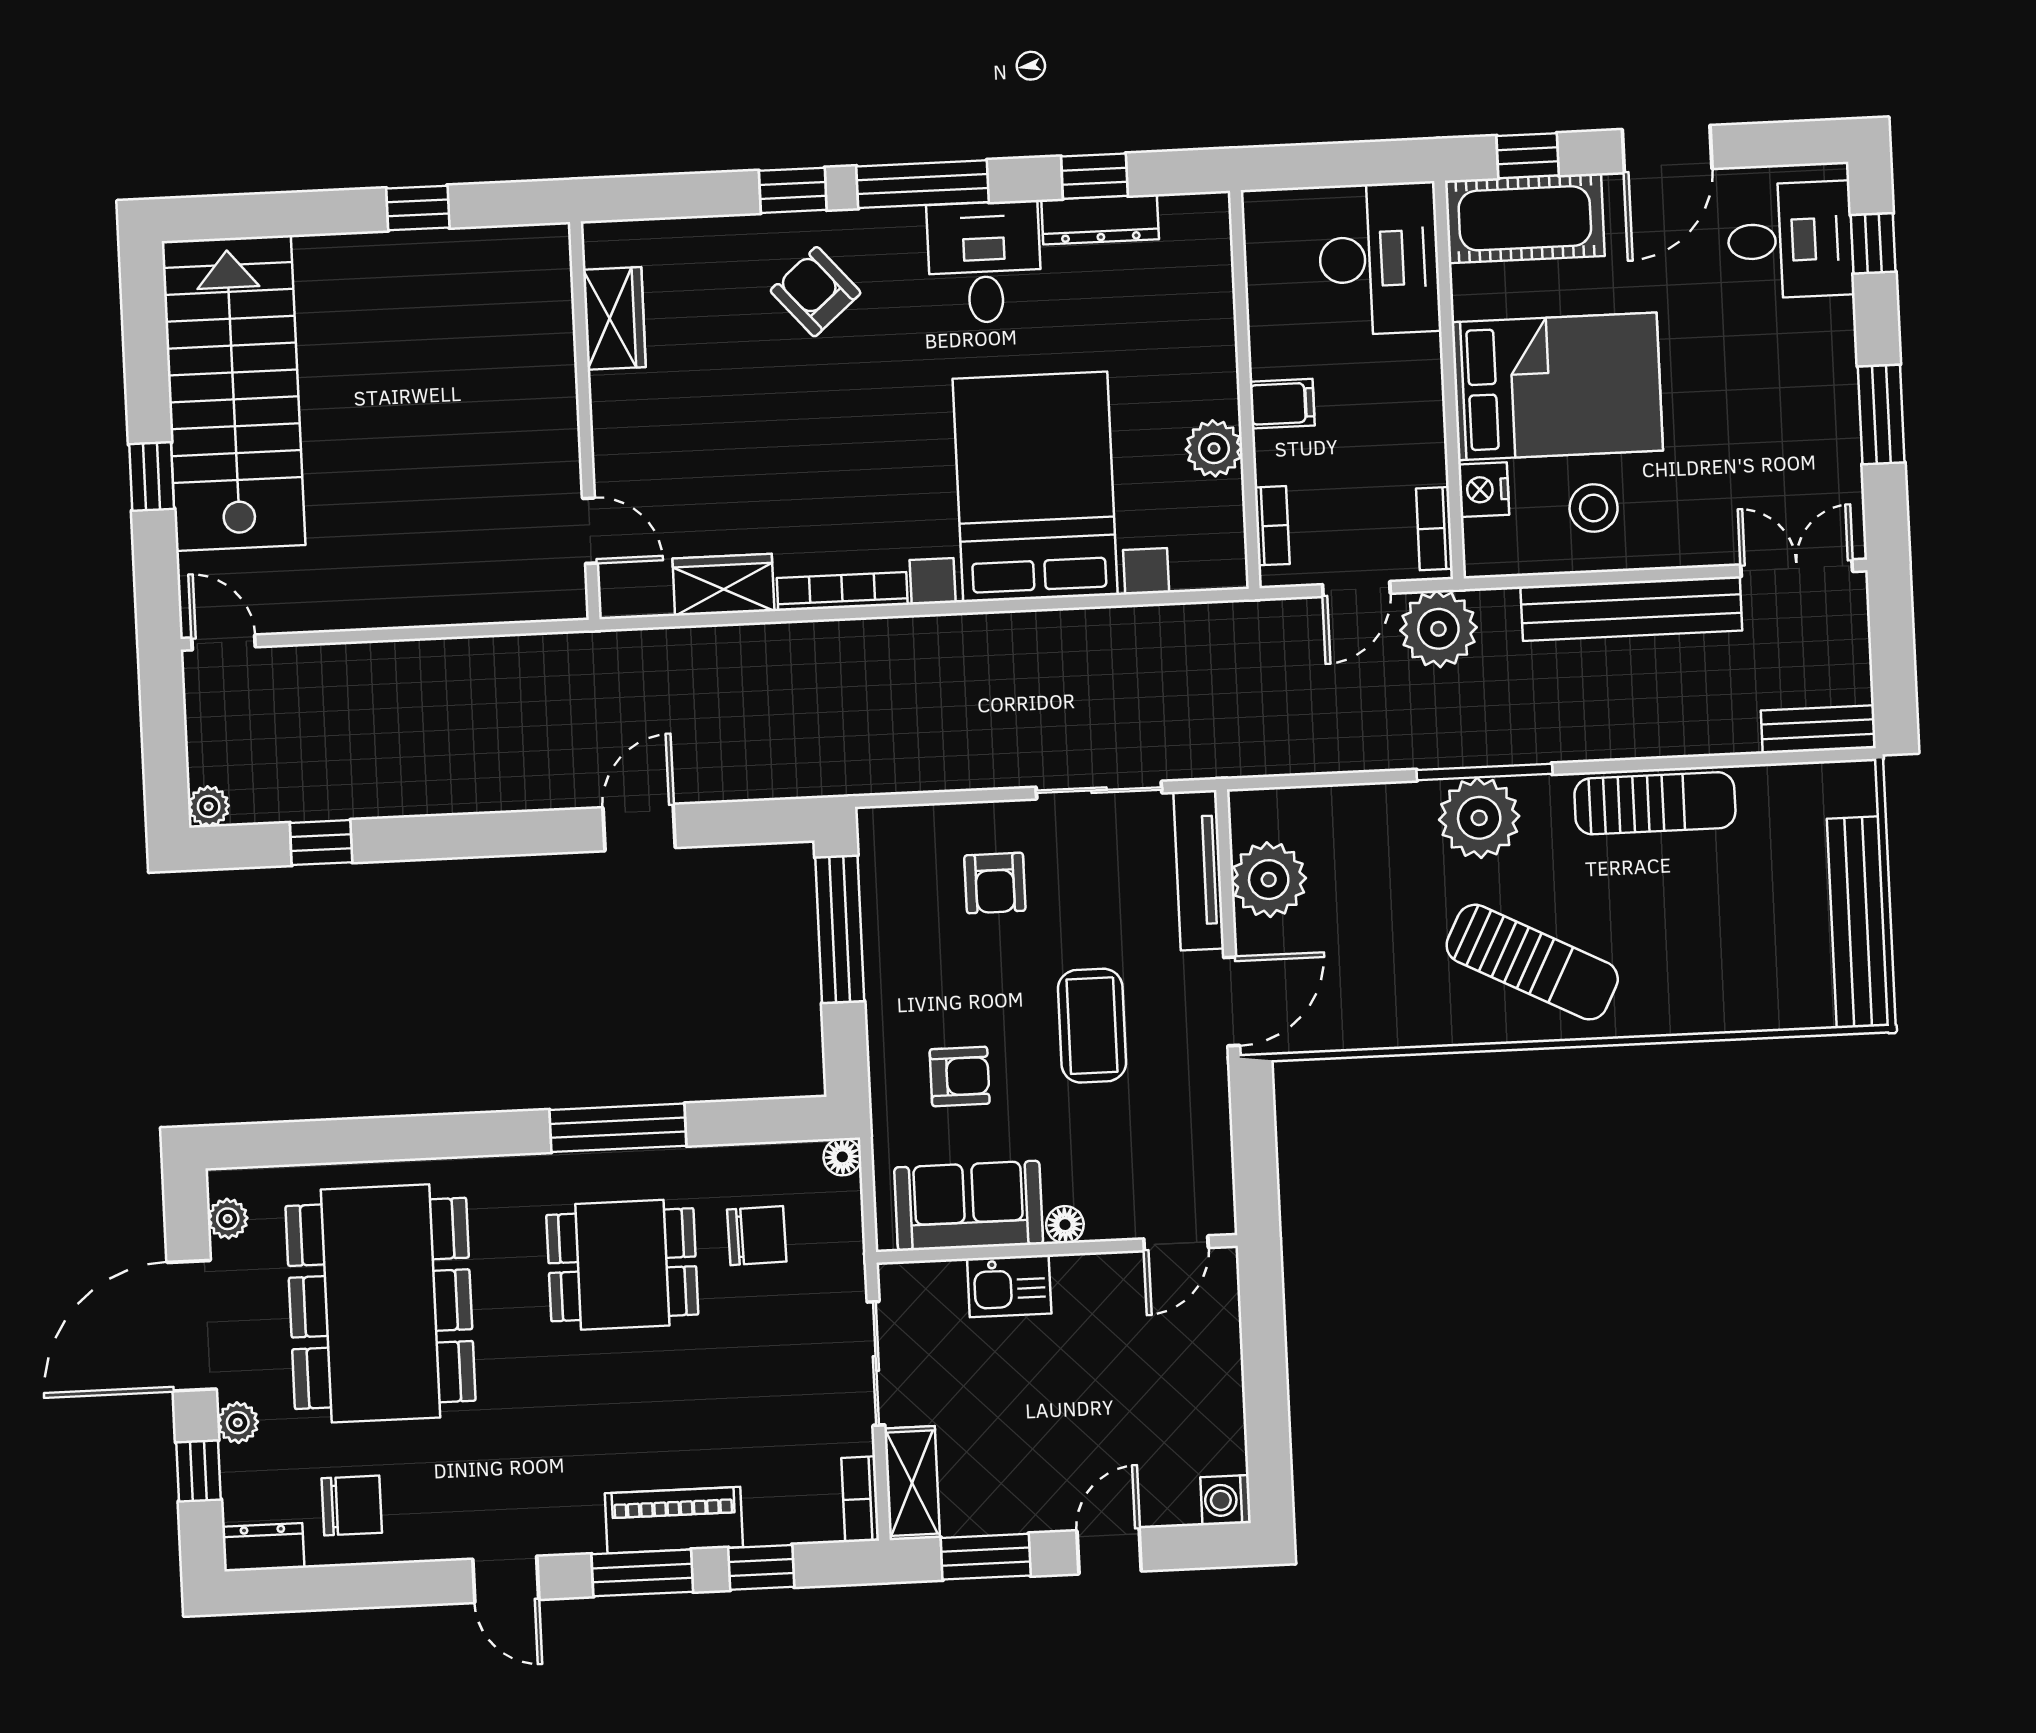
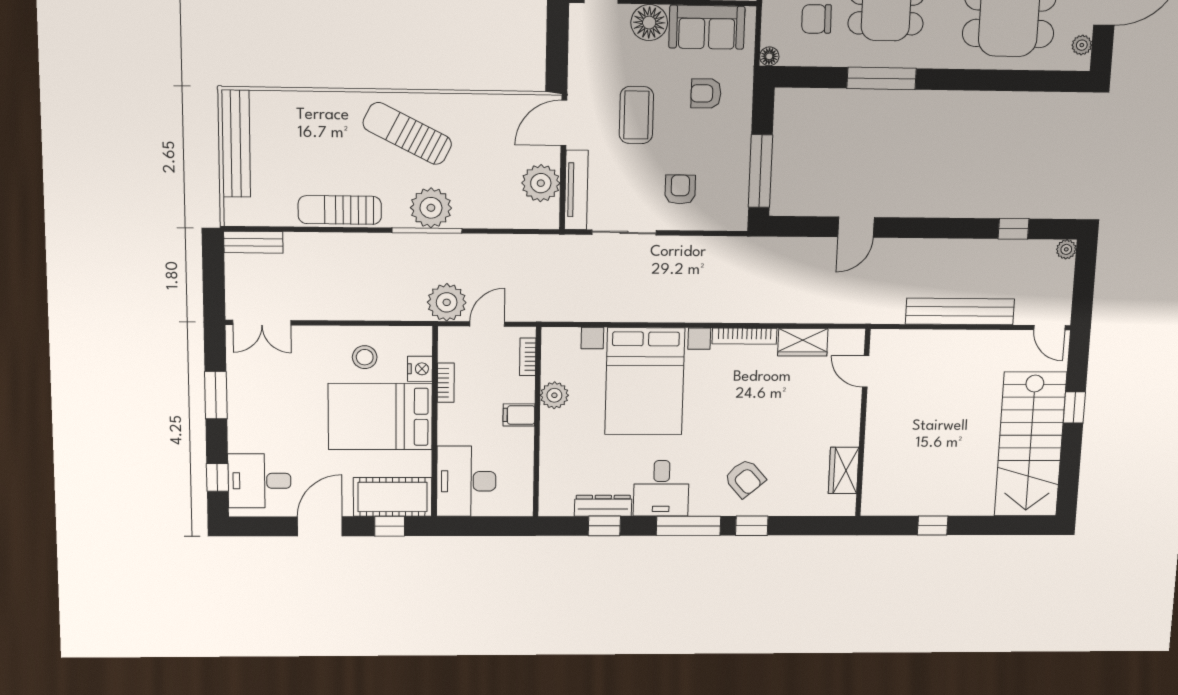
bookcase: (1434, 529) -> (446, 383), moved
bench: (1631, 609) -> (960, 311), moved
floor lamp: (1065, 1225) -> (649, 23), width x1.89, depth x1.89

